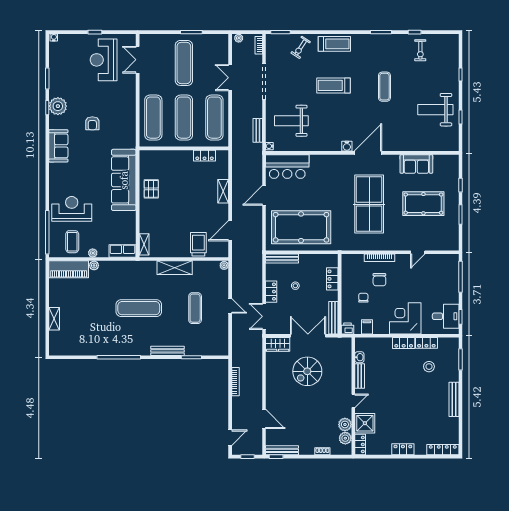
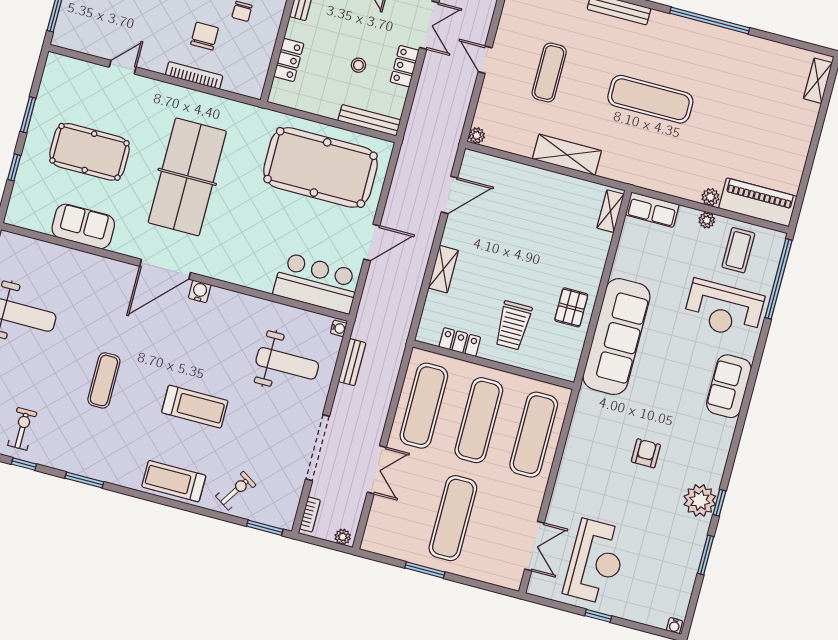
sofa: (58, 146) -> (729, 386), moved
trolley: (198, 244) -> (513, 325), moved
shelving: (54, 319) -> (818, 81), moved

